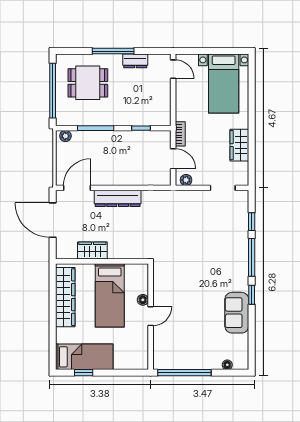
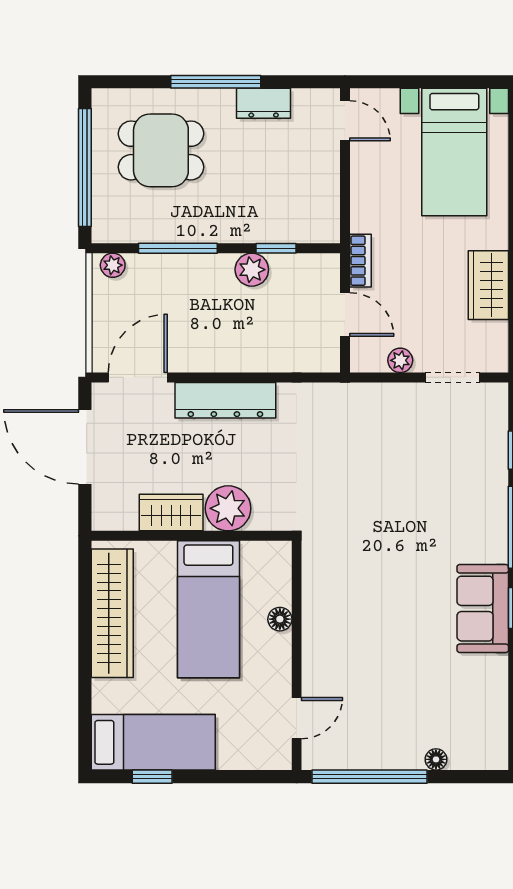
plant: (130, 138) -> (252, 270), added
plant: (186, 180) -> (400, 360), moved
plant: (119, 249) -> (228, 508), added
sofa: (237, 313) -> (483, 609), moved
door: (151, 316) -> (297, 718), moved
floor lamp: (227, 365) -> (436, 759), moved

